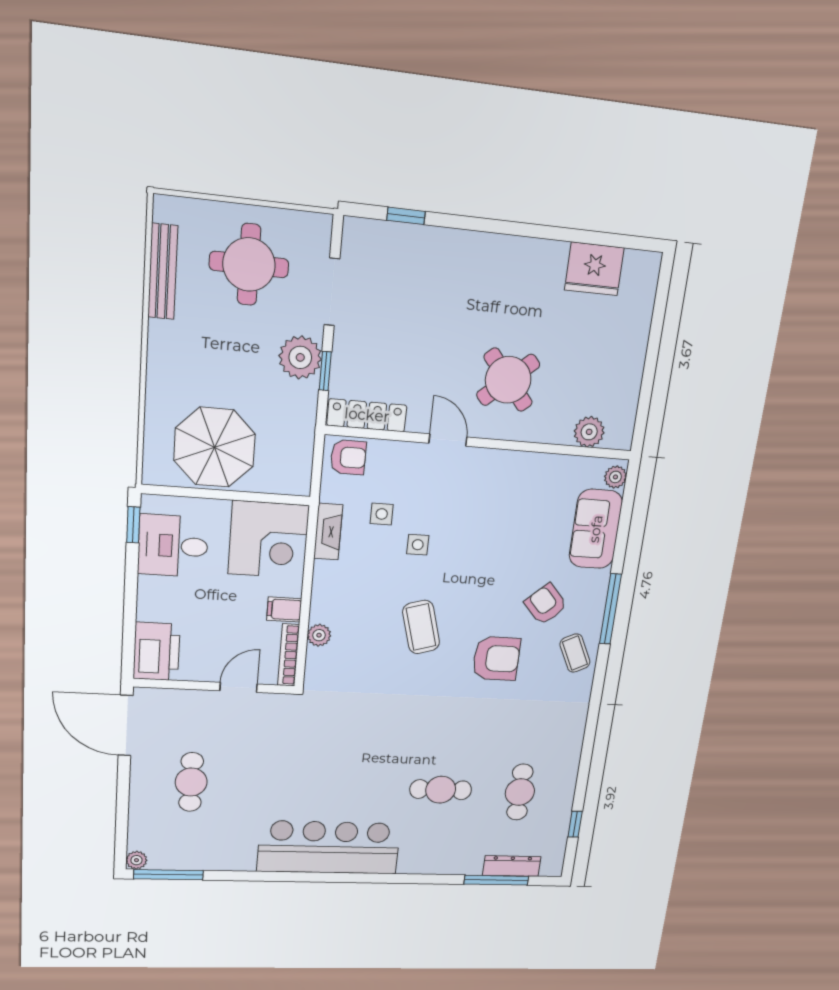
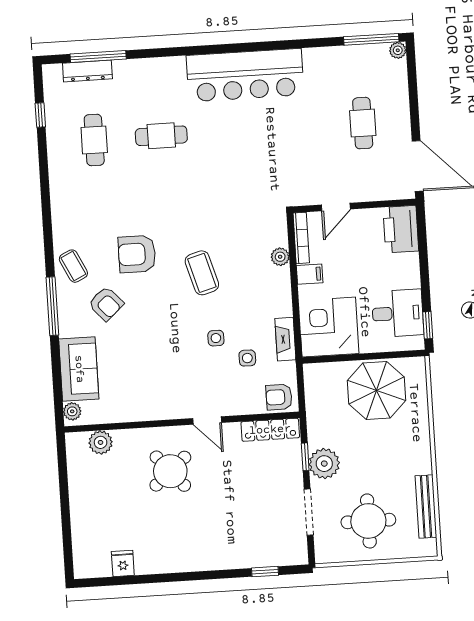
fridge: (594, 269) -> (123, 563), width x0.53, depth x0.75

